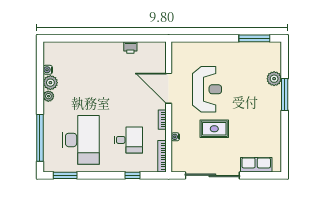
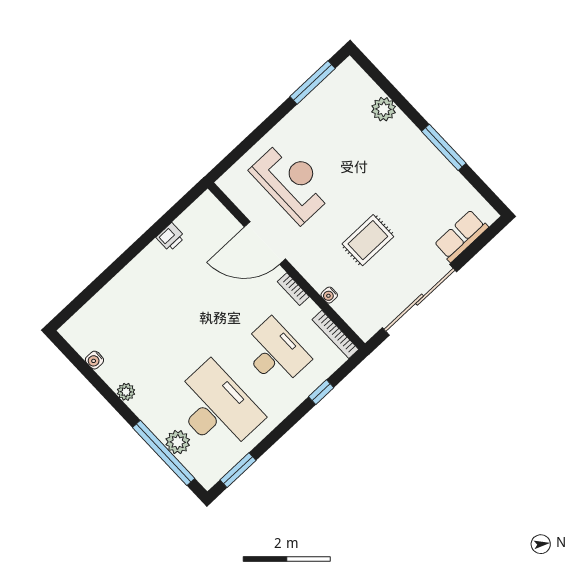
plant: (50, 83) -> (178, 442), moved
reception desk: (207, 89) -> (292, 182), moved
window: (285, 95) -> (444, 147), moved
desk: (128, 140) -> (275, 353), width x1.37

